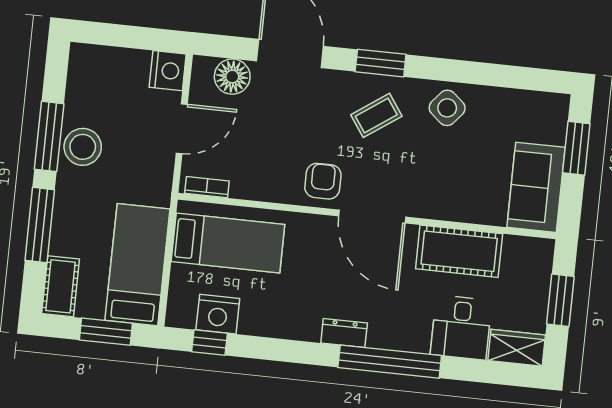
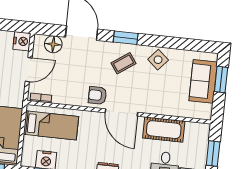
armchair: (323, 181) -> (97, 95), turned -90
sofa: (536, 187) -> (203, 81), moved

